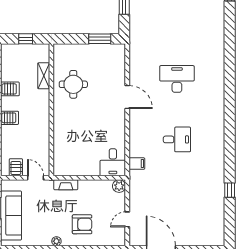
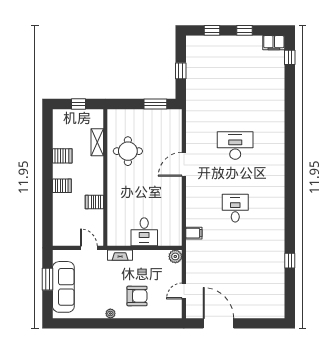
door: (127, 97) -> (184, 164), swing flipped
desk: (177, 139) -> (235, 208), turned -90
desk: (113, 162) -> (144, 232), moved
server rack: (16, 167) -> (94, 202), moved, turned -90

